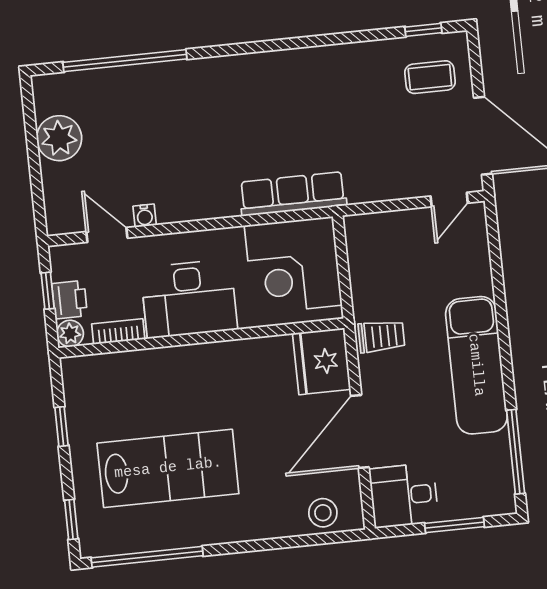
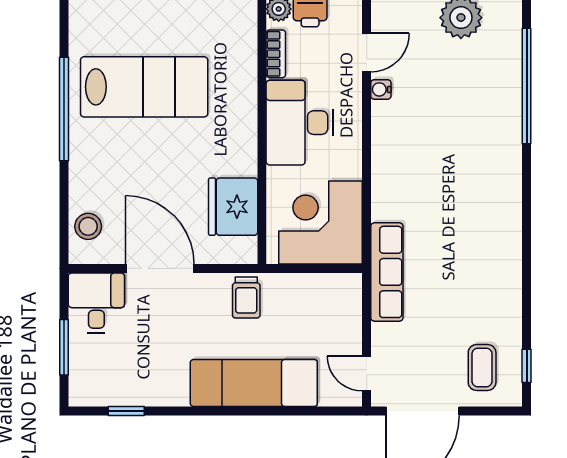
row of seats: (293, 194) -> (387, 272), moved
fridge: (322, 361) -> (233, 207), moved, turned -90
exam couch: (476, 365) -> (254, 383), moved
window: (516, 452) -> (126, 411), width x0.46
lab bench: (168, 468) -> (144, 87), turned -90
window: (147, 557) -> (64, 109), moved

